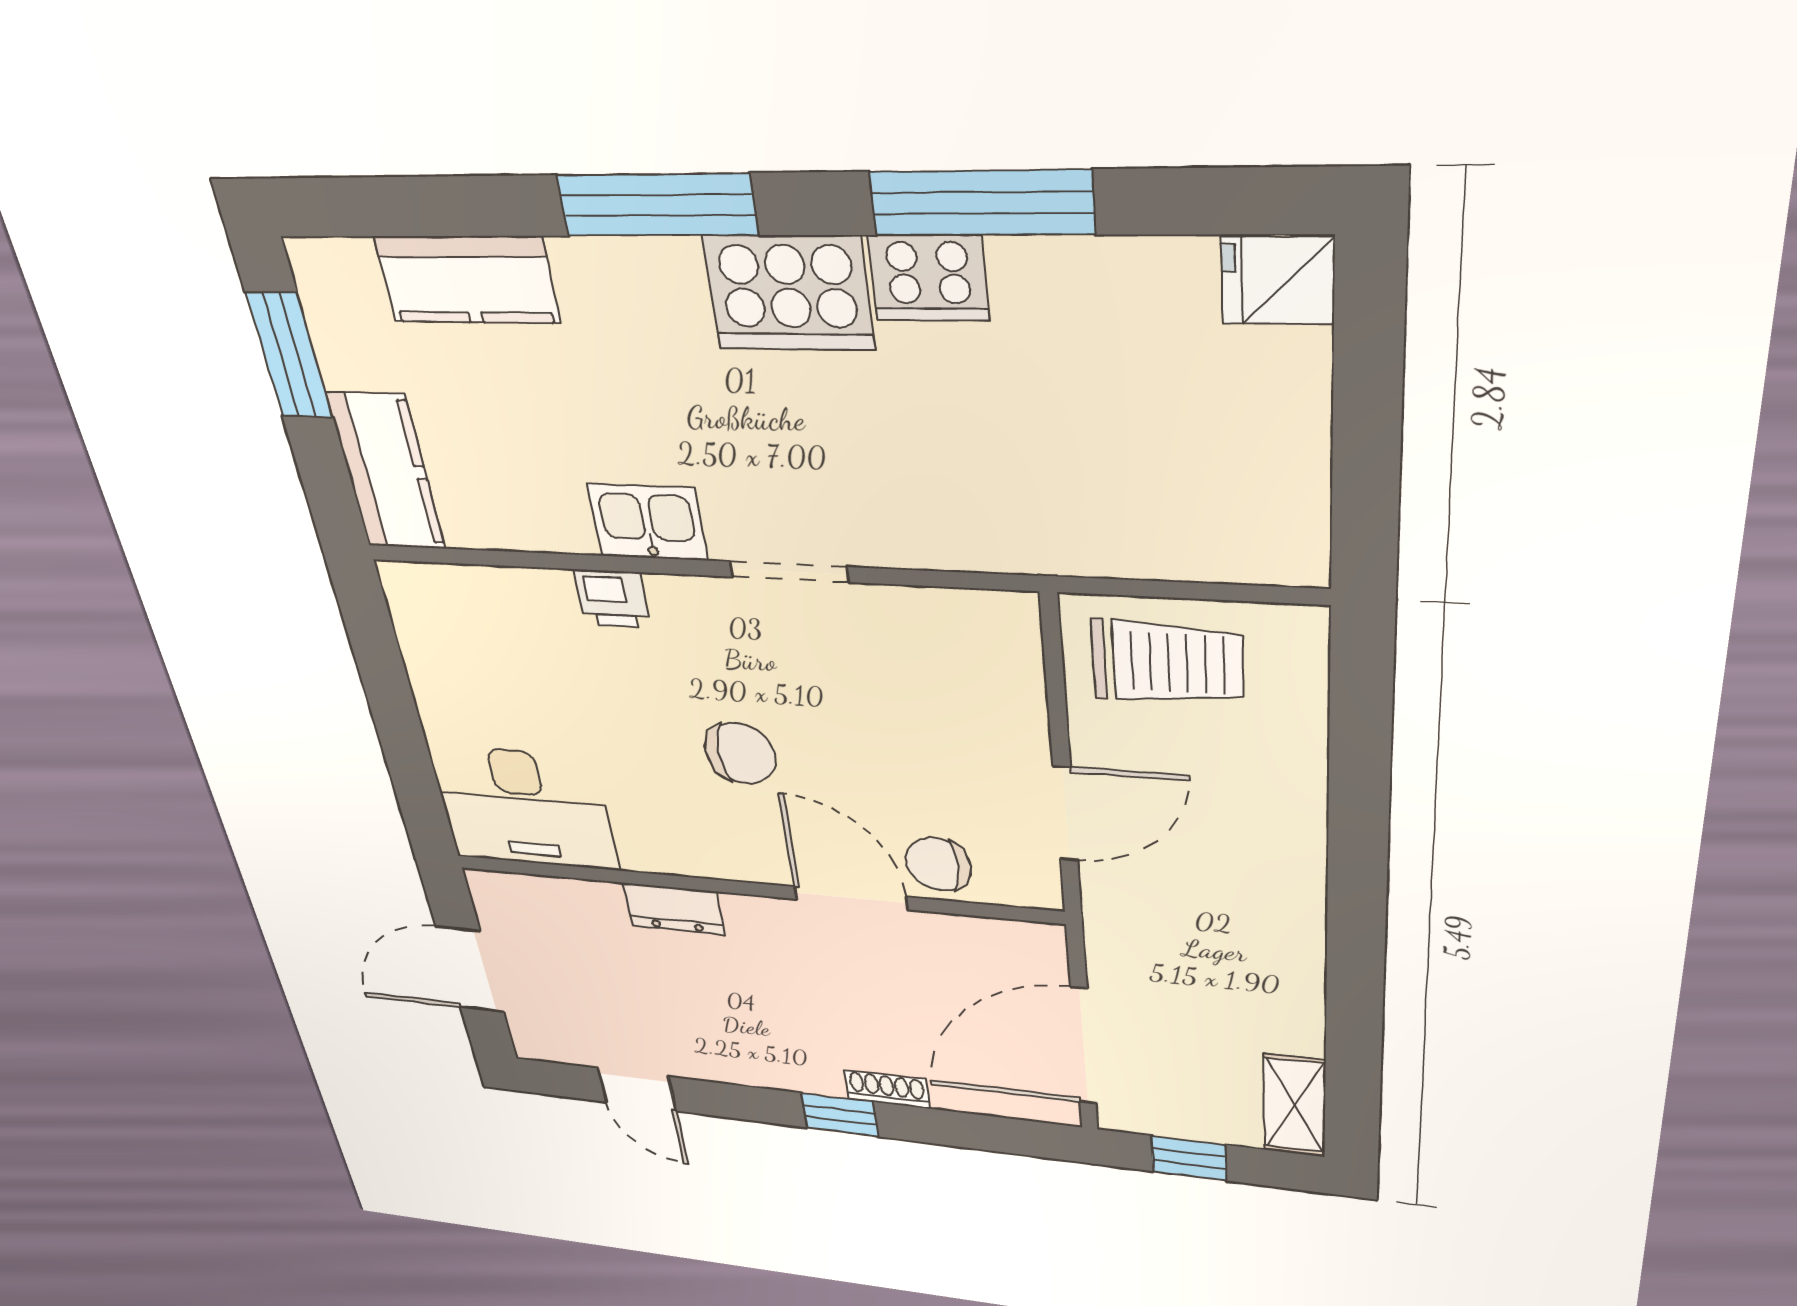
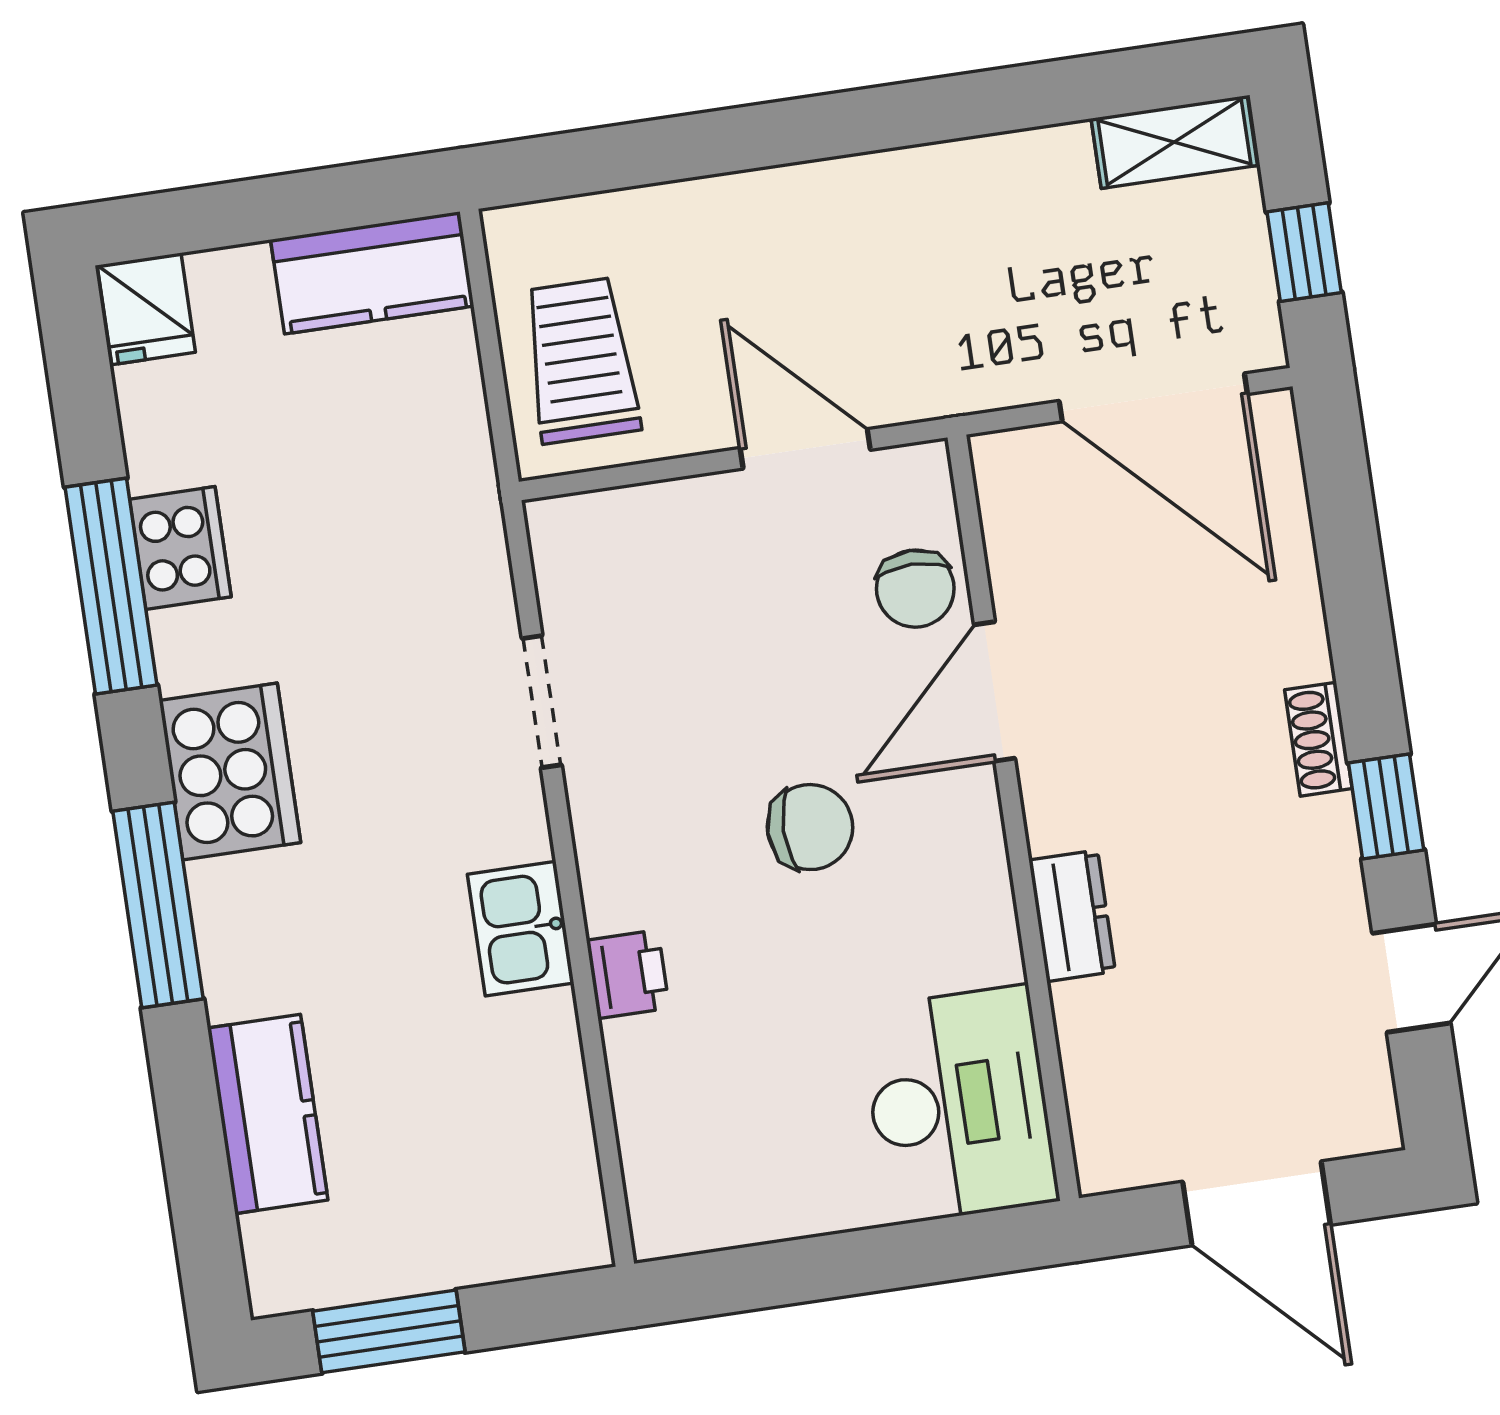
cooker: (929, 278) -> (180, 548), moved
kitchen counter: (386, 472) -> (372, 273), moved, turned 180
doorway: (789, 572) -> (542, 702), moved
chair: (740, 753) -> (810, 827), turned 90
shoe rack: (887, 1089) -> (1318, 739), moved
window: (840, 1115) -> (1386, 806), moved

